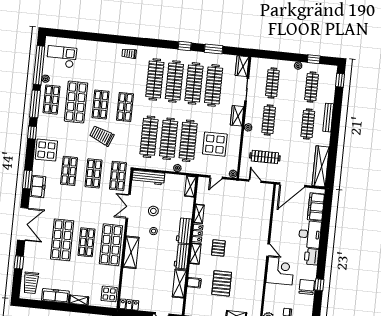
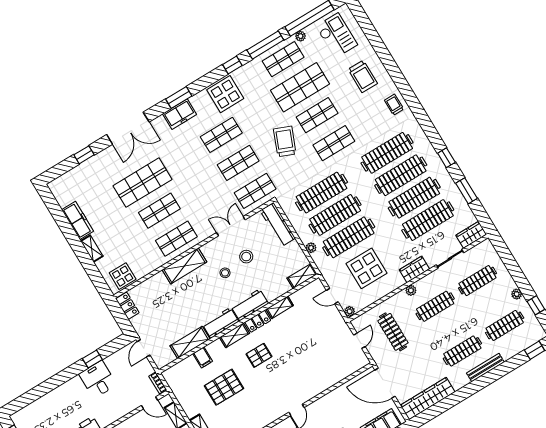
shop shelf: (111, 245) -> (176, 239), width x0.70, depth x0.74
trolley: (31, 283) -> (363, 76), moved, turned -90

